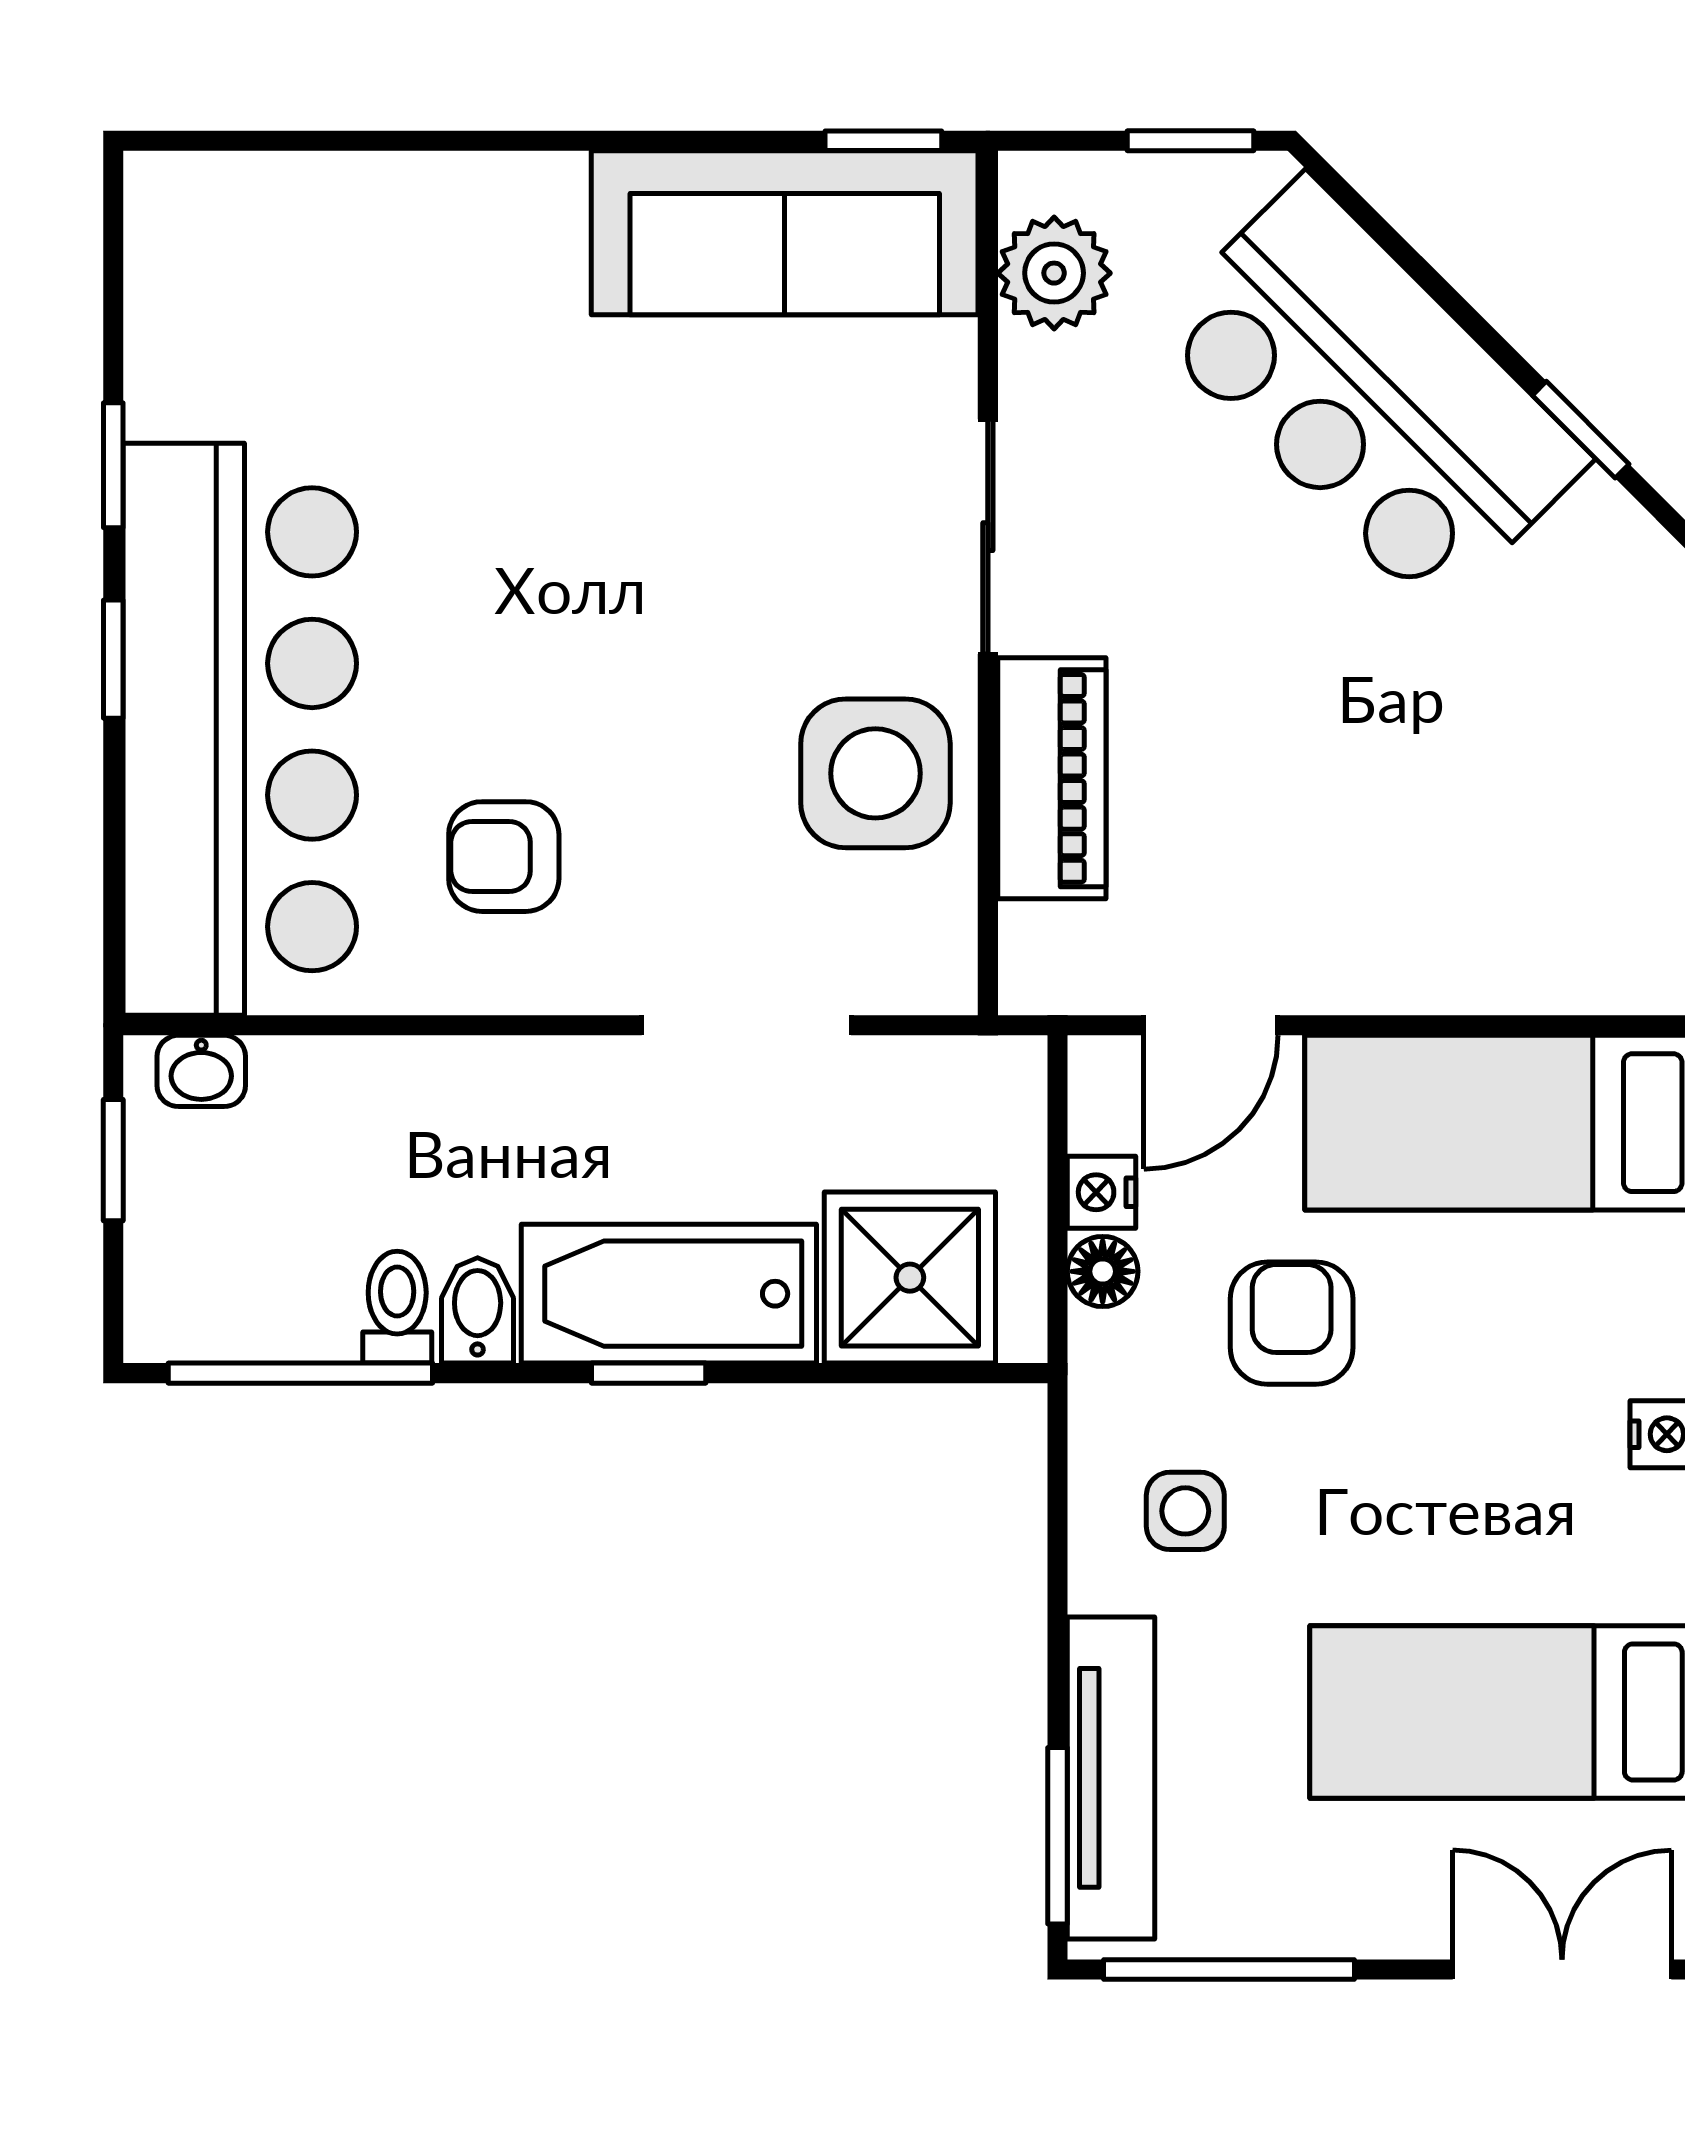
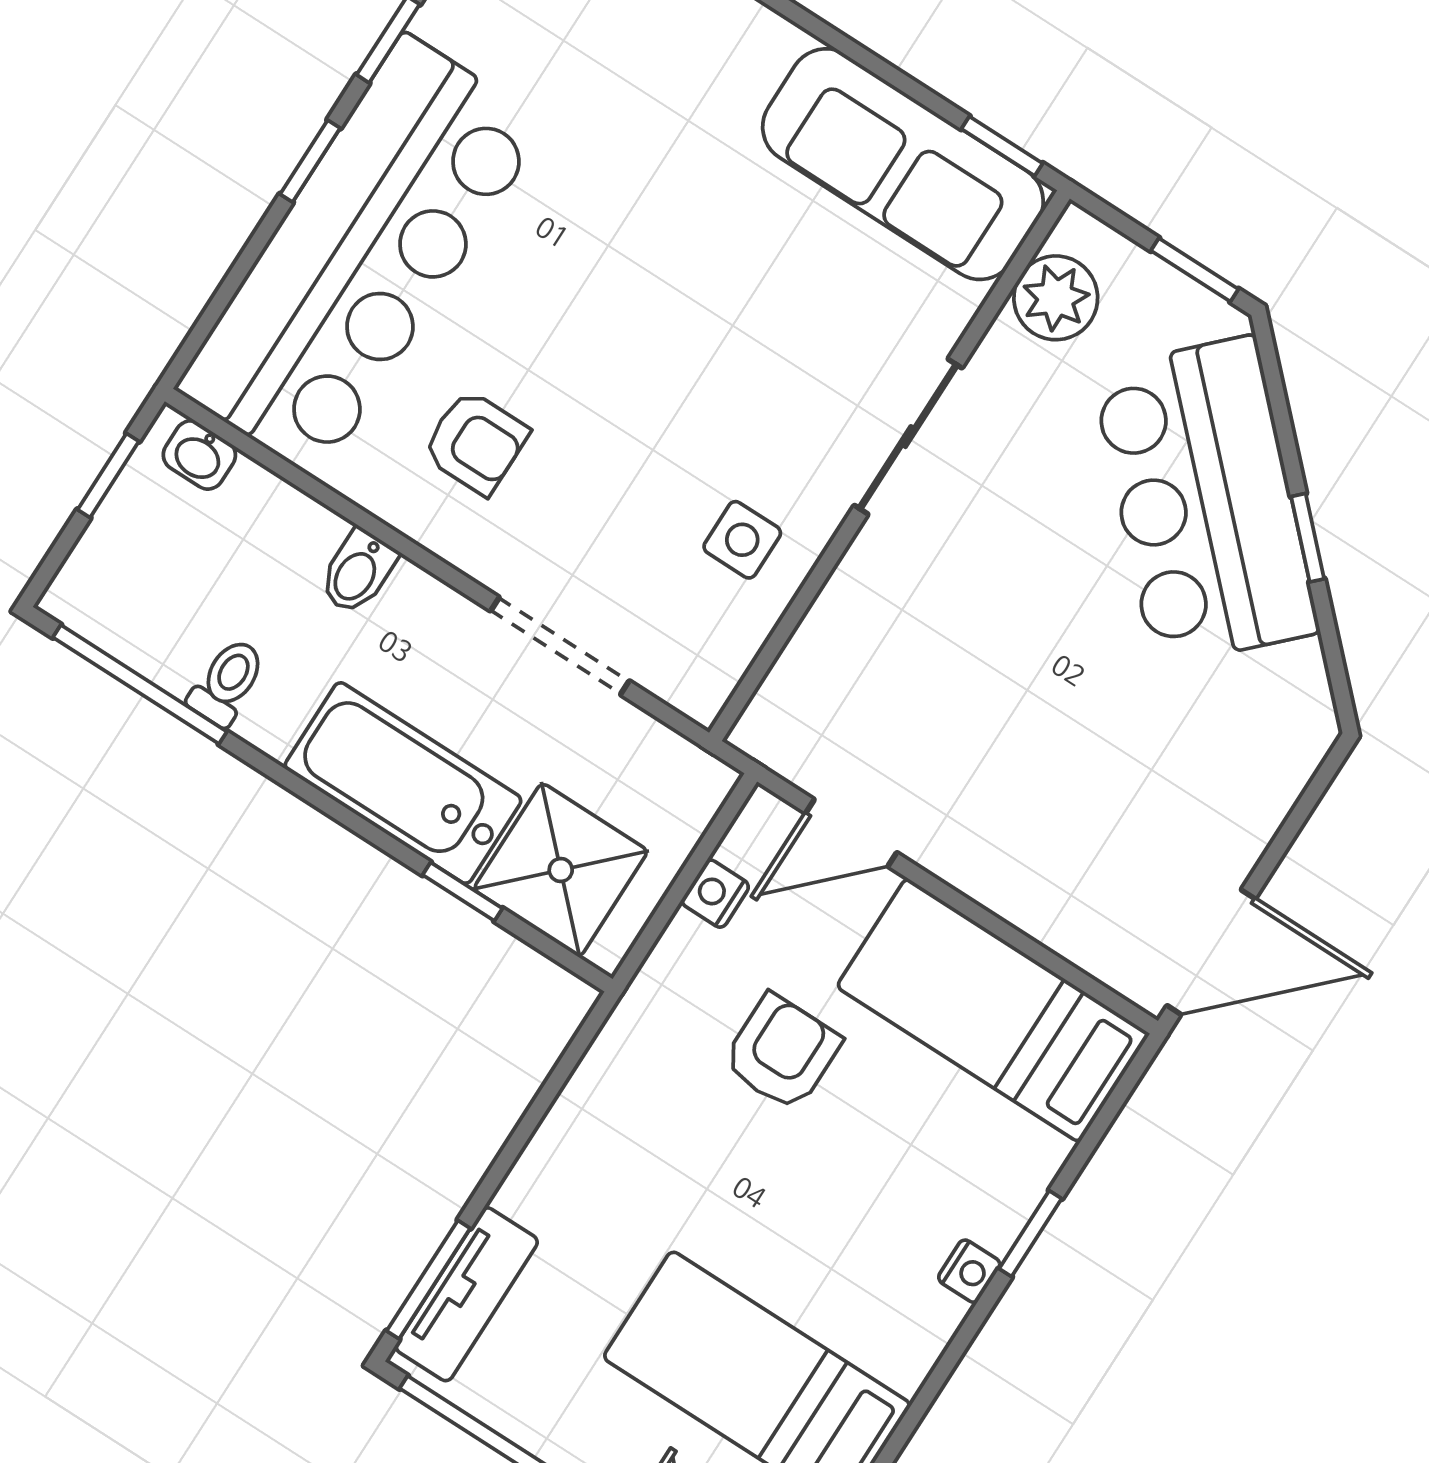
window: (1581, 430) -> (1308, 538), moved
side table: (875, 773) -> (742, 540), width x0.54, depth x0.54
piano: (1052, 778) -> (851, 614), removed
armchair: (504, 857) -> (476, 442), turned 180
floor lamp: (1103, 1271) -> (684, 944), removed
bidet: (478, 1310) -> (358, 572), moved, turned 180
window: (649, 1373) -> (463, 892), moved
side table: (1185, 1511) -> (639, 1127), removed
tv unit: (1111, 1778) -> (467, 1294), width x0.71

